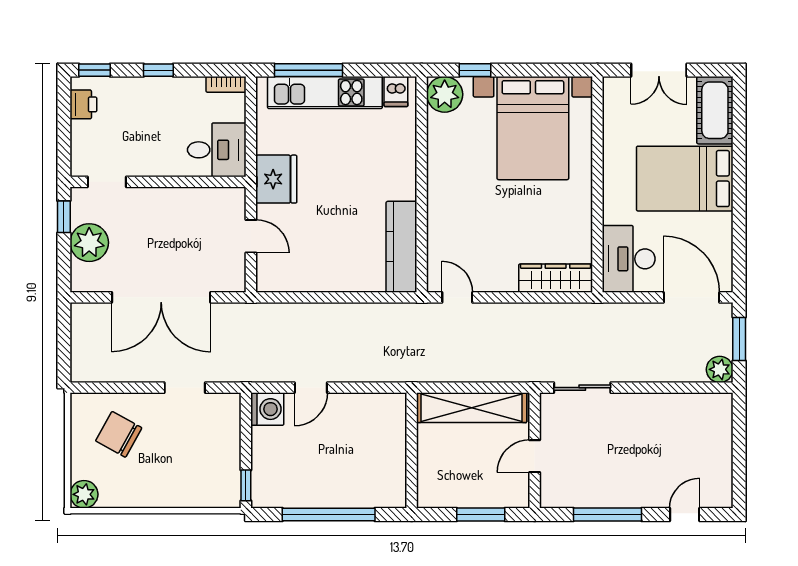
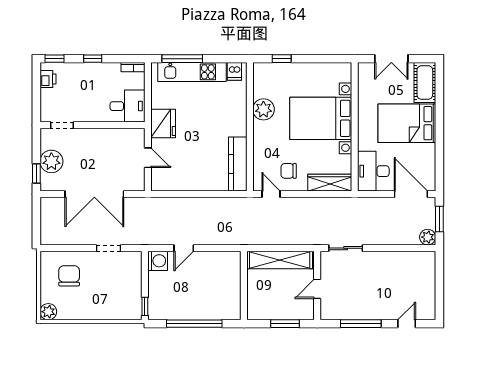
plant: (445, 94) -> (263, 109), moved
bed with nightstands: (533, 128) -> (321, 118), moved, turned 90
window: (64, 217) -> (36, 173), moved
chair: (487, 258) -> (289, 171), added
chair: (119, 434) -> (69, 276), turned 61

